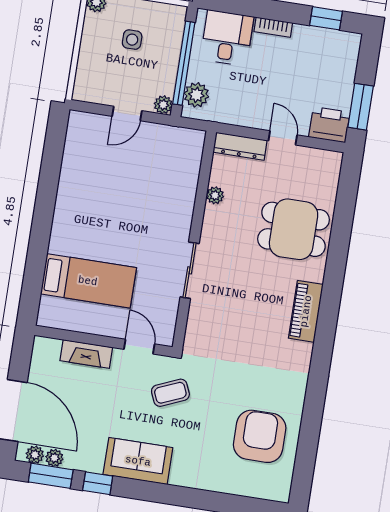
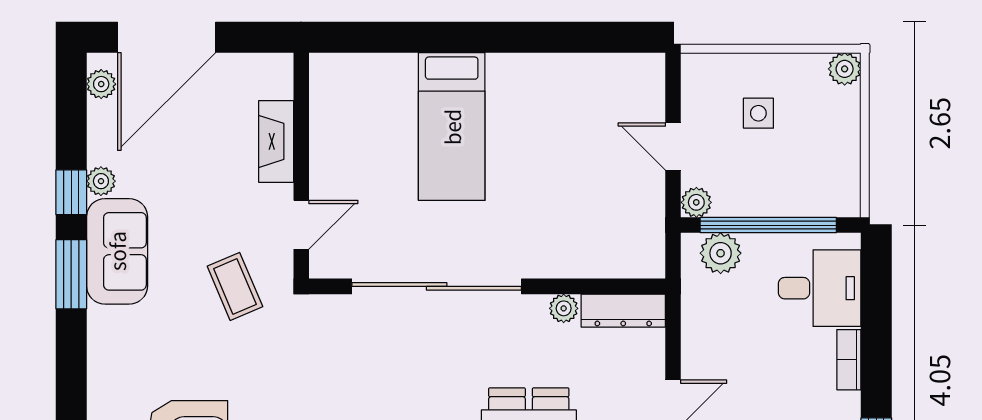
side table: (132, 40) -> (758, 113), moved
dresser: (240, 146) -> (623, 311), moved, turned -90
sliding door: (190, 270) -> (437, 286), width x1.86
bed: (88, 281) -> (452, 127), moved
plant: (54, 458) -> (101, 181), moved
window: (51, 476) -> (71, 274), moved

